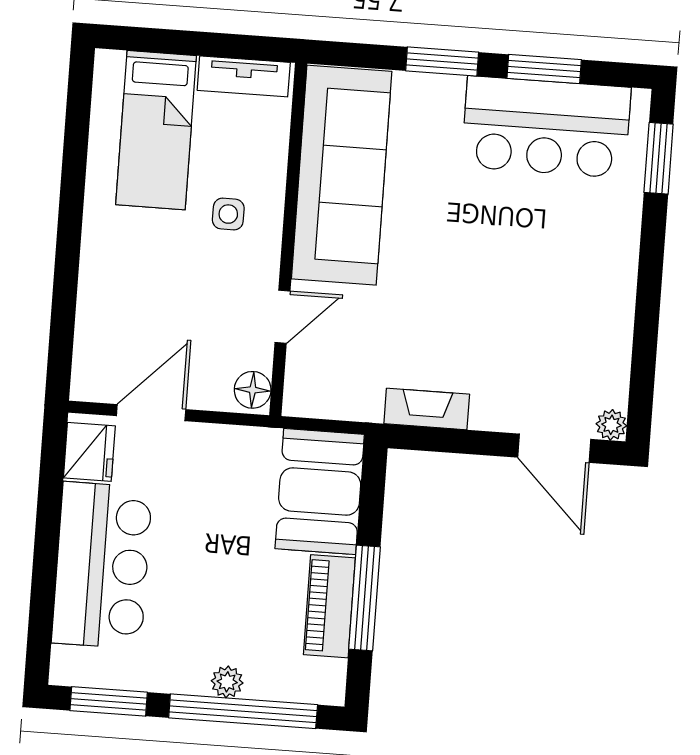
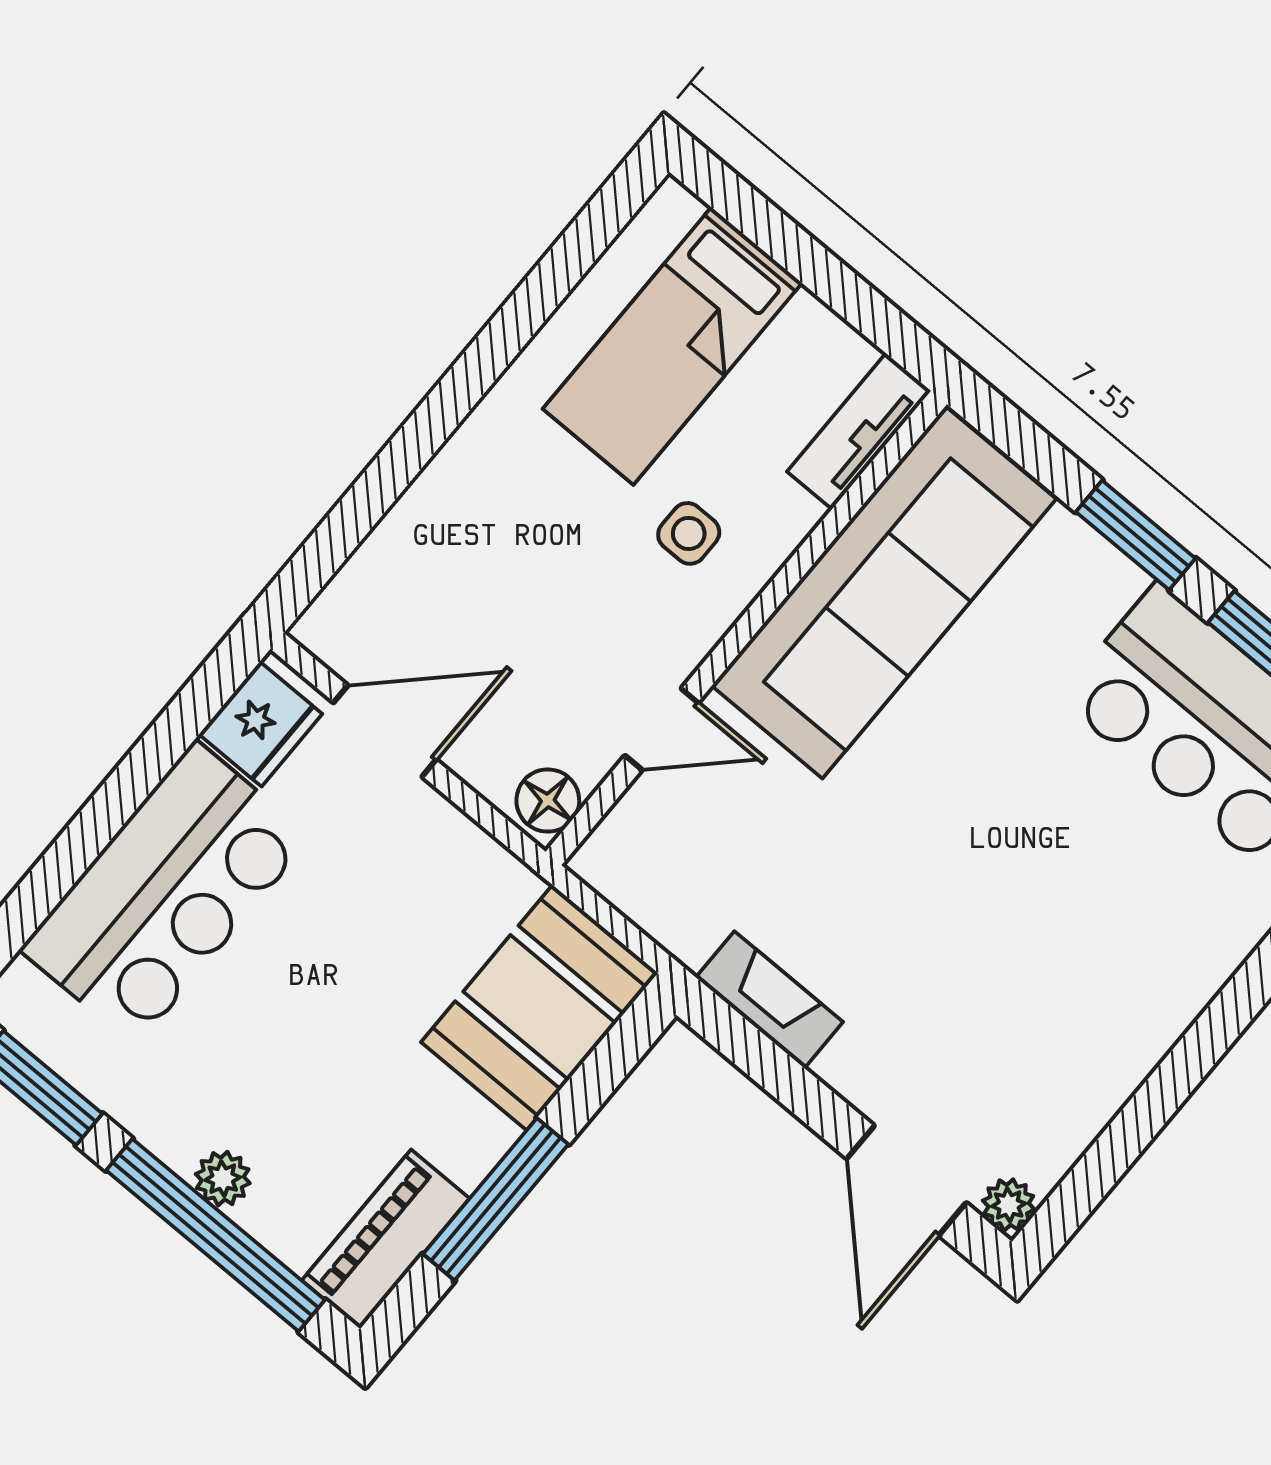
tv unit: (244, 76) -> (859, 431), moved, turned 90
piano: (329, 606) -> (386, 1239), moved

